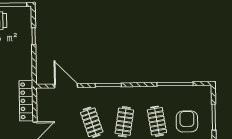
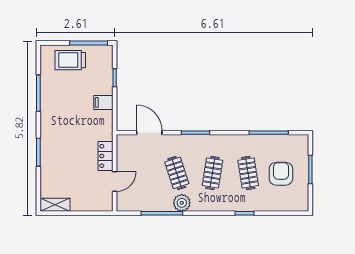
filing cabinet: (24, 59) -> (103, 102), added
locker: (26, 101) -> (105, 156), width x0.66

